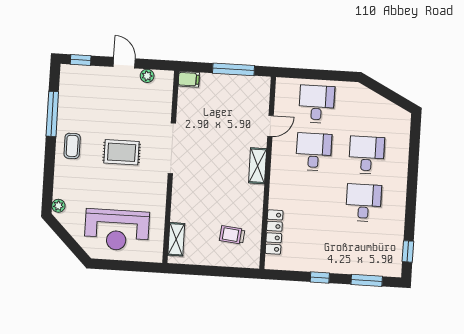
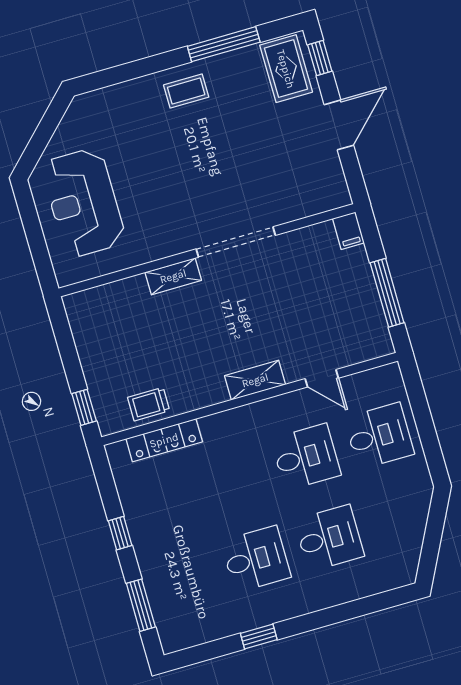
door: (124, 63) -> (339, 125), width x1.38
plant: (147, 76) -> (331, 166), removed
rug: (122, 152) -> (286, 69), moved
plant: (58, 206) -> (89, 102), removed
trolley: (232, 235) -> (149, 404), moved, turned -96
shelving: (176, 239) -> (173, 276), moved
window: (408, 251) -> (259, 637), moved
window: (238, 273) -> (84, 407), added

